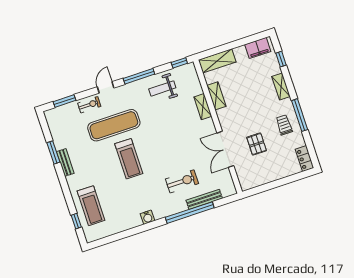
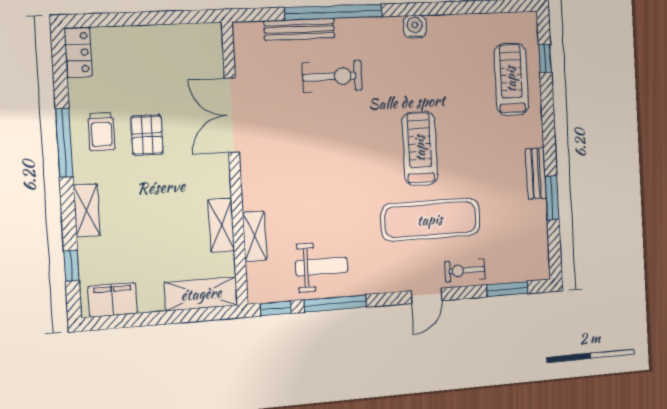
window: (139, 76) -> (335, 303), moved
shelving: (203, 107) -> (255, 236), moved
pallet: (257, 144) -> (147, 135), moved
double door: (225, 149) -> (232, 115), swing flipped
exercise bike: (182, 181) -> (332, 76), turned 180

